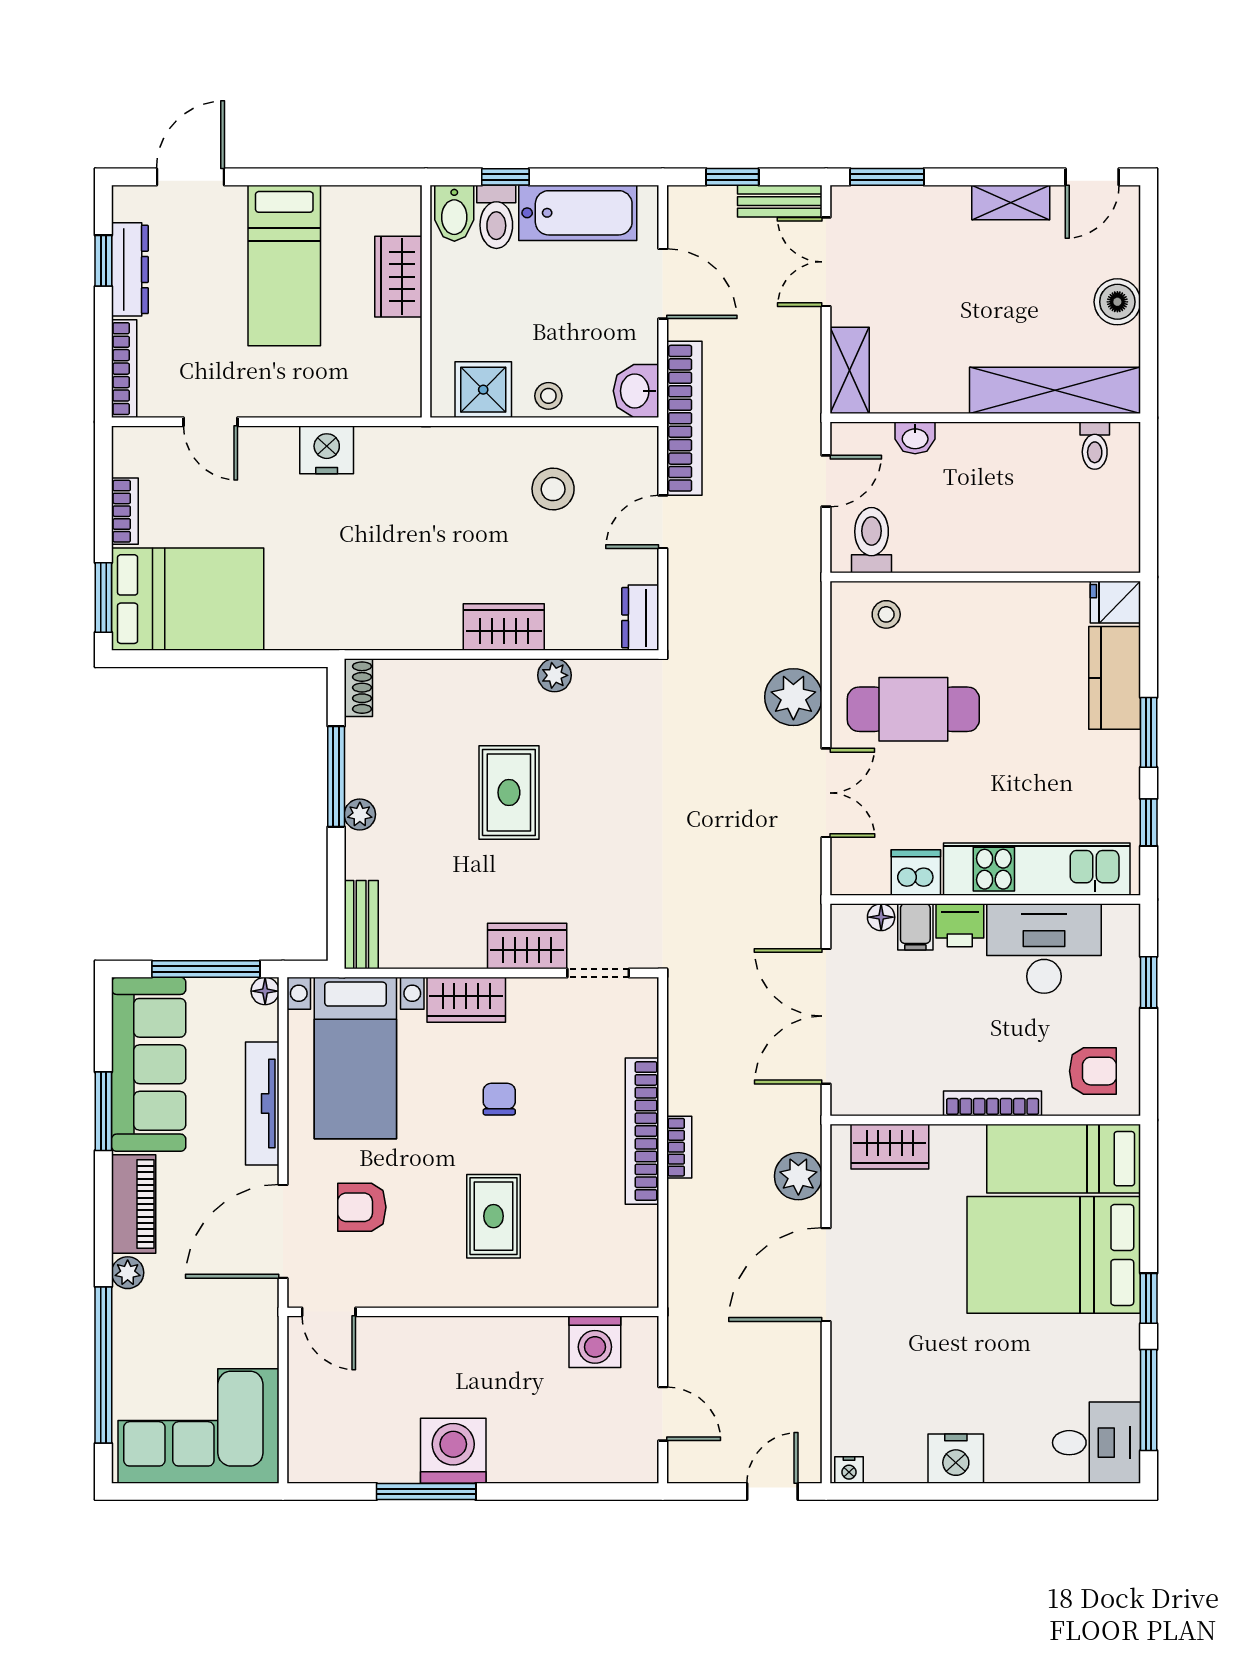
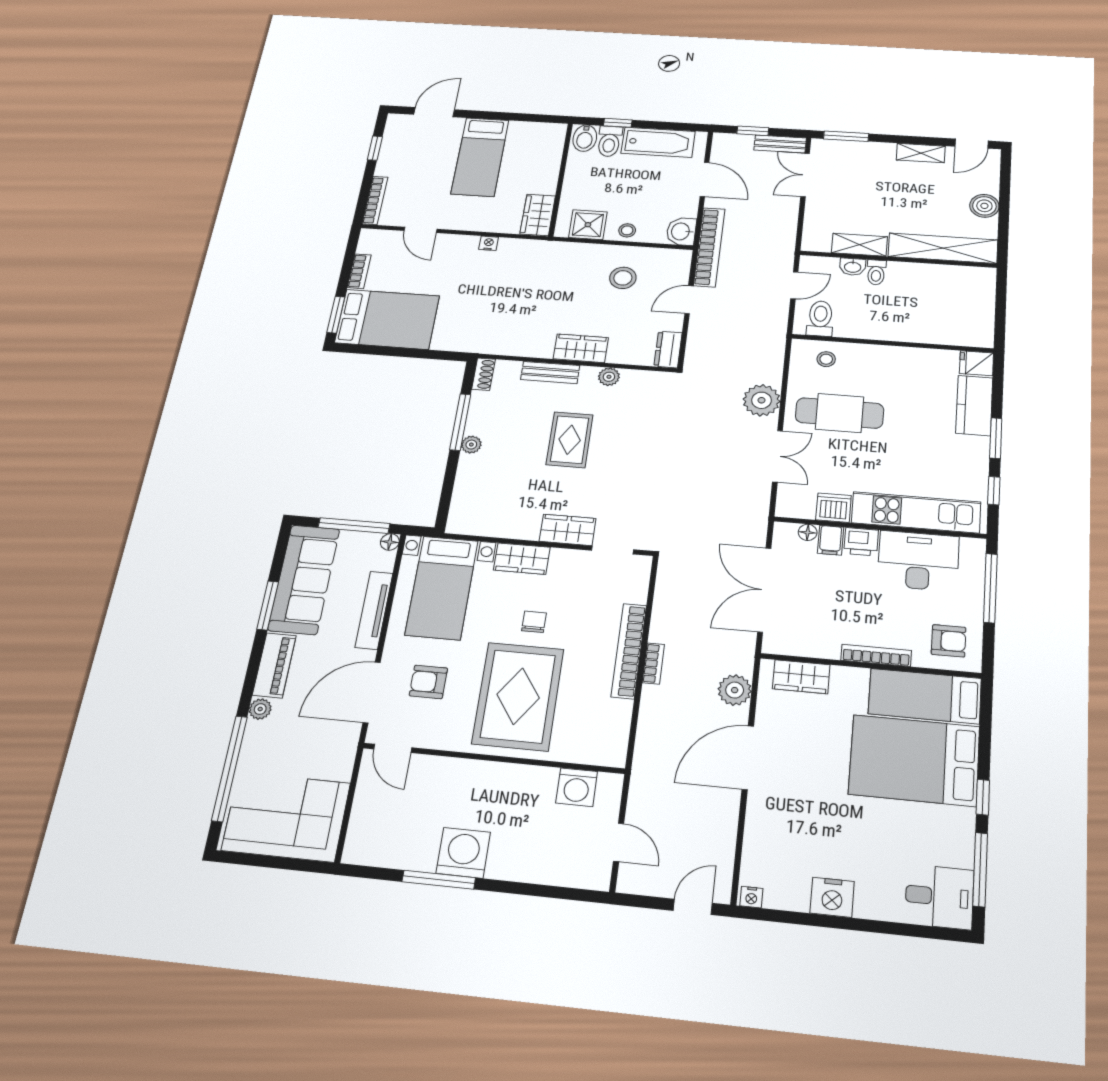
dresser: (130, 269) -> (389, 153), removed
wardrobe: (398, 277) -> (538, 215), moved
shelving: (850, 370) -> (859, 245), moved, turned 90
toilet: (1095, 446) -> (876, 272), moved
nightstand: (327, 450) -> (489, 243), width x0.53, depth x0.56
bench: (361, 925) -> (550, 373), moved, turned 90
window: (1149, 982) -> (990, 588), width x2.17
rug: (494, 1216) -> (518, 696), width x1.86, depth x2.06

